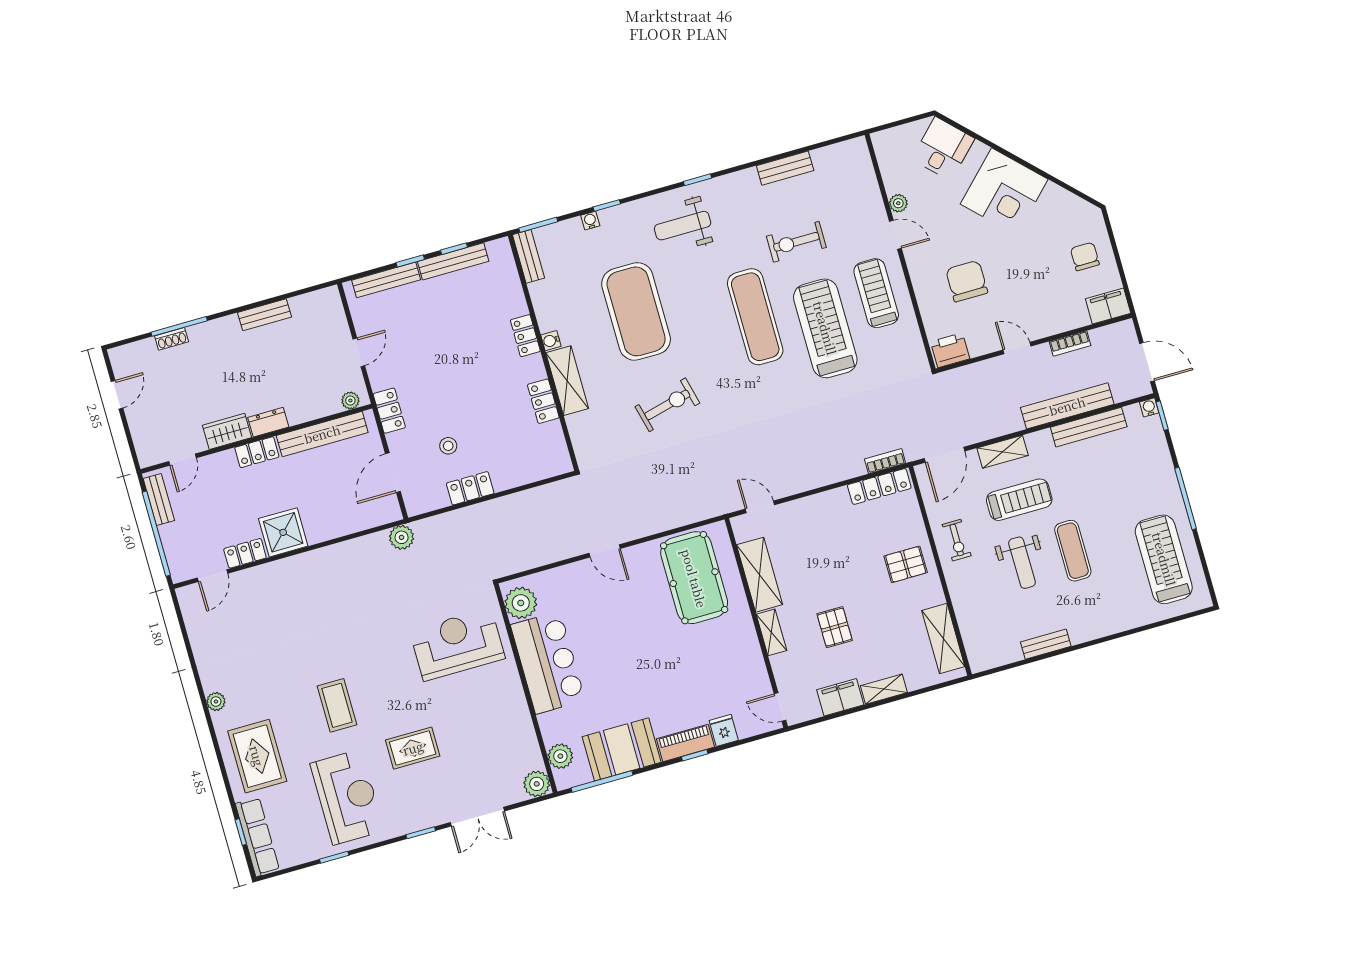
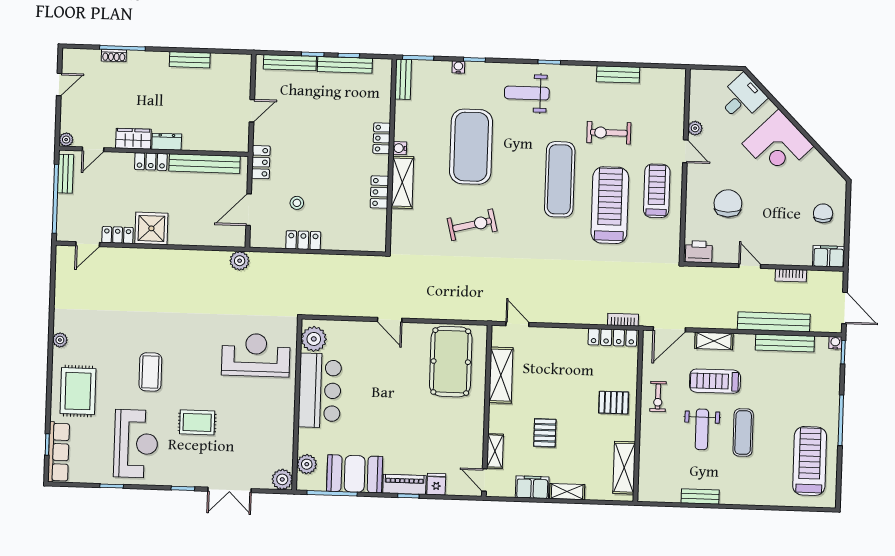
plant: (350, 401) -> (66, 140), moved
treadmill: (1019, 500) -> (715, 381), turned 180
shelving: (771, 632) -> (495, 451), moved

